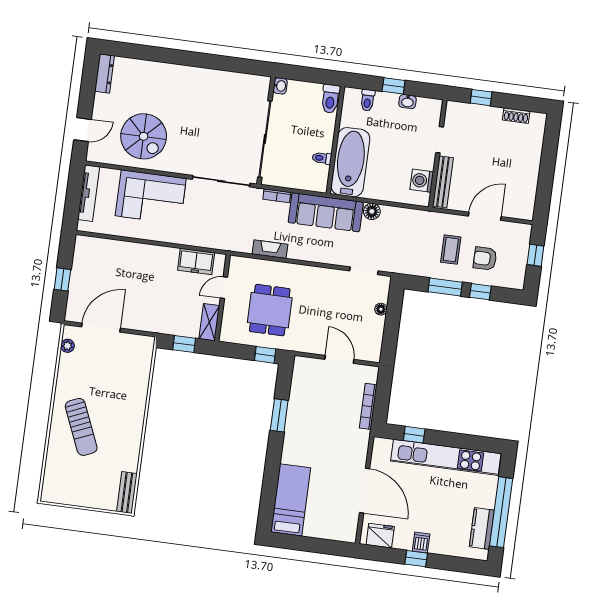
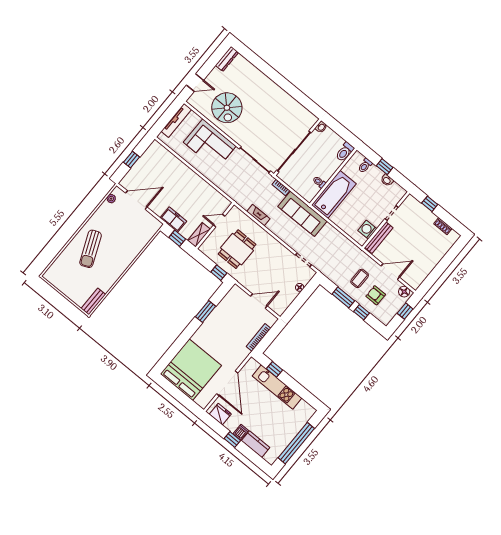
floor lamp: (372, 211) -> (404, 292), moved
freezer: (196, 261) -> (173, 220), moved, turned 180
door: (339, 359) -> (259, 301), hinge flipped
kitchen unit: (446, 457) -> (277, 387), width x0.73
bed: (291, 500) -> (191, 370), width x2.04
kitchen counter: (482, 528) -> (256, 444), moved, turned 90

